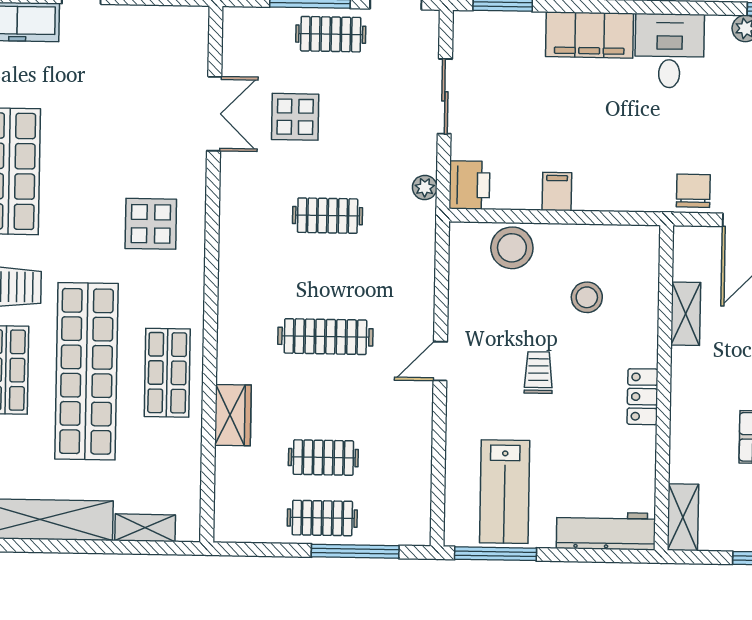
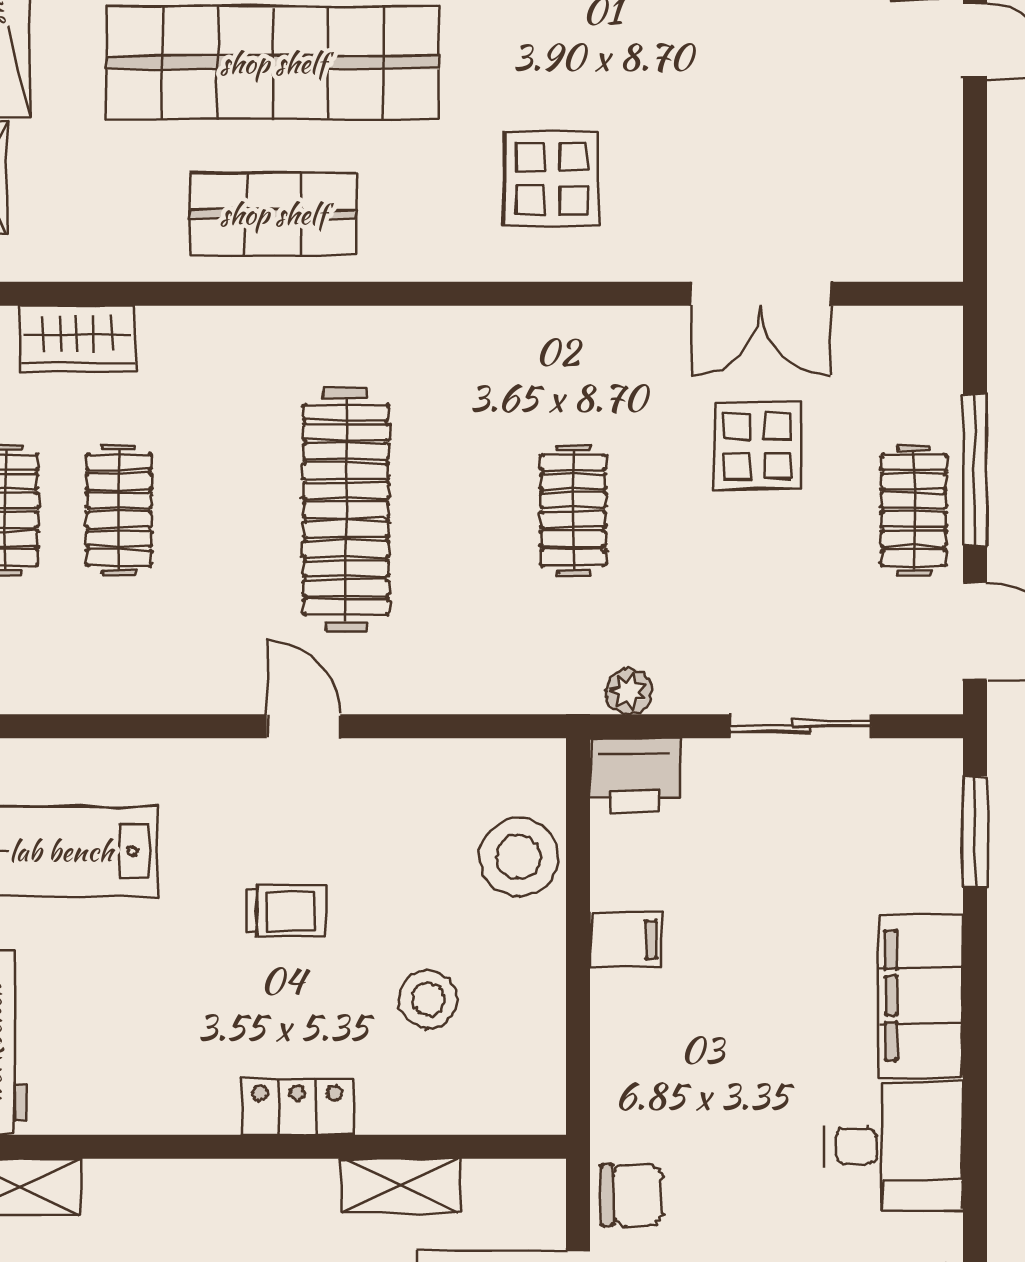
clothes rail: (325, 337) -> (346, 510), width x1.37, depth x1.31
locker: (642, 397) -> (297, 1107), moved
wardrobe: (233, 415) -> (77, 339), moved

